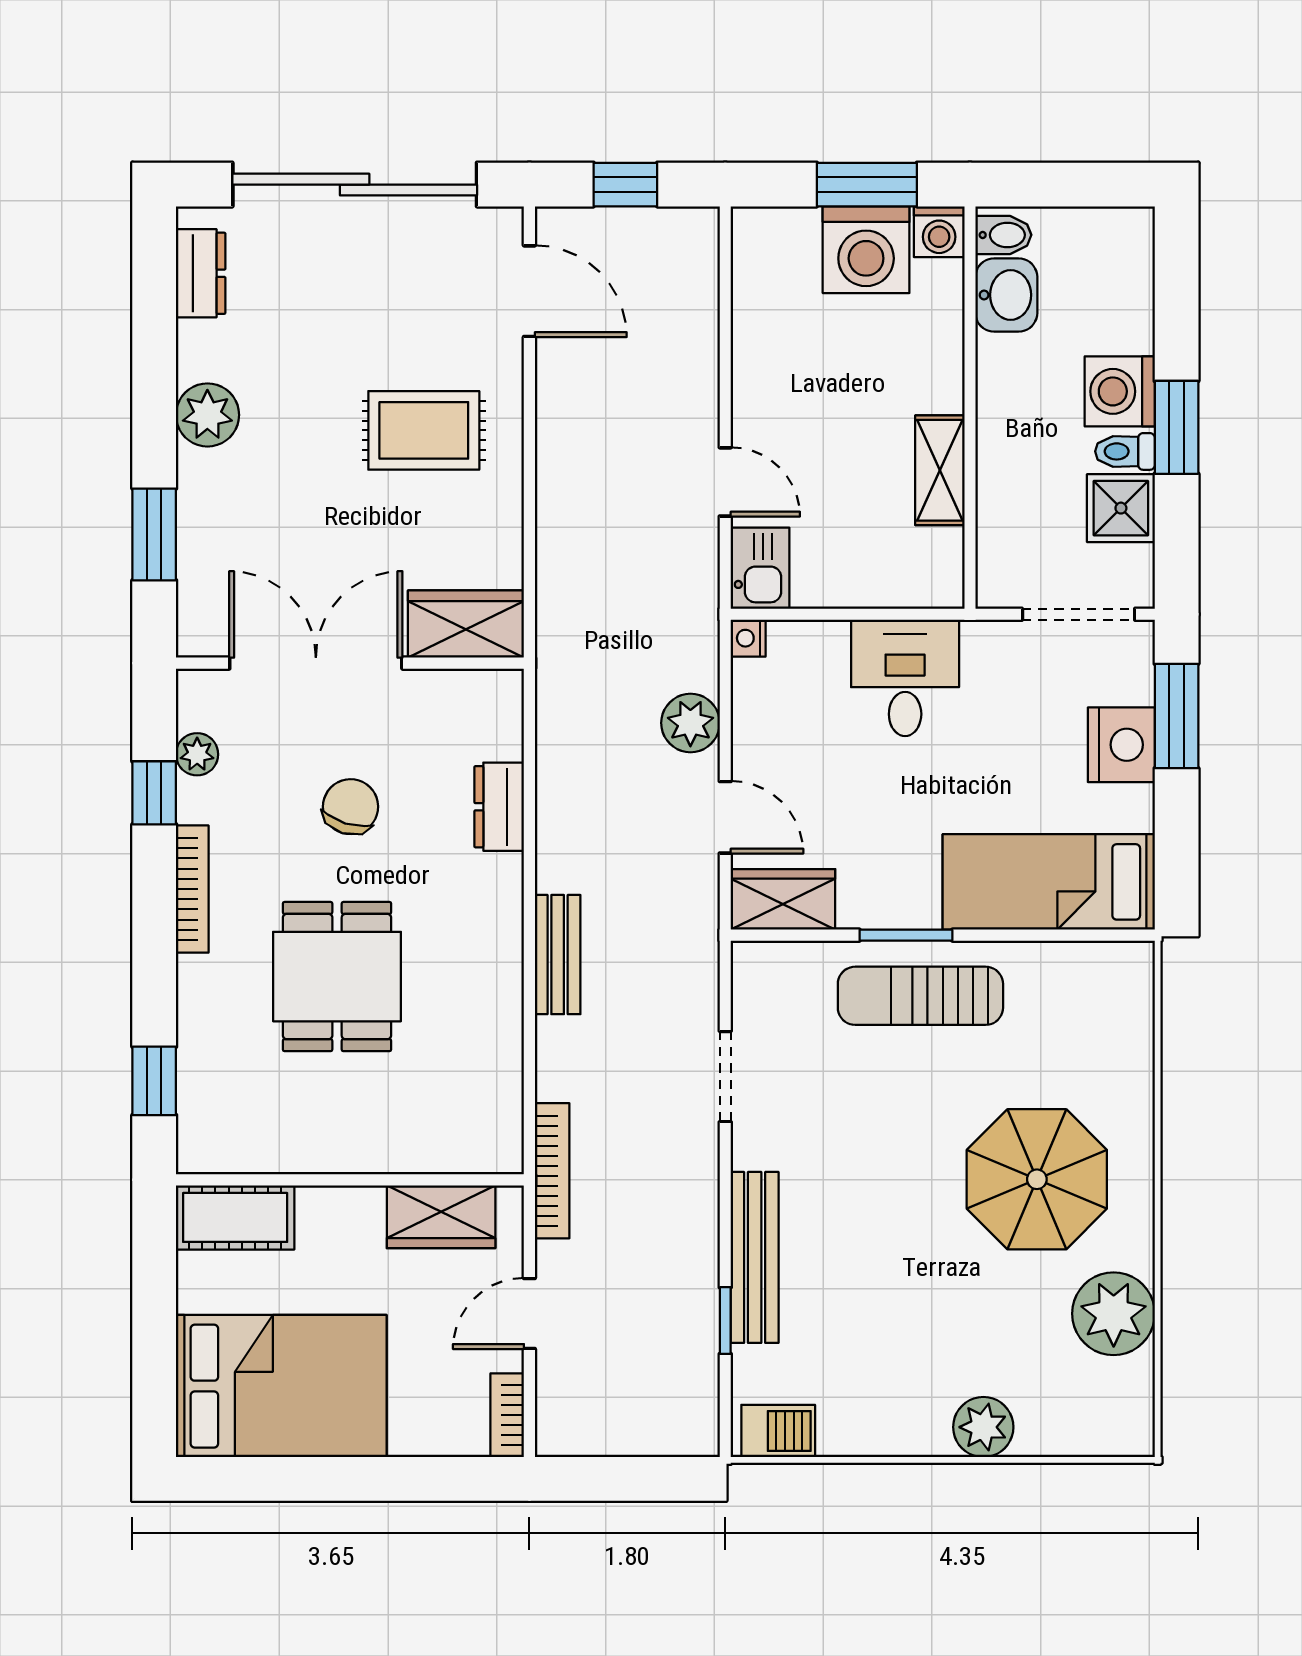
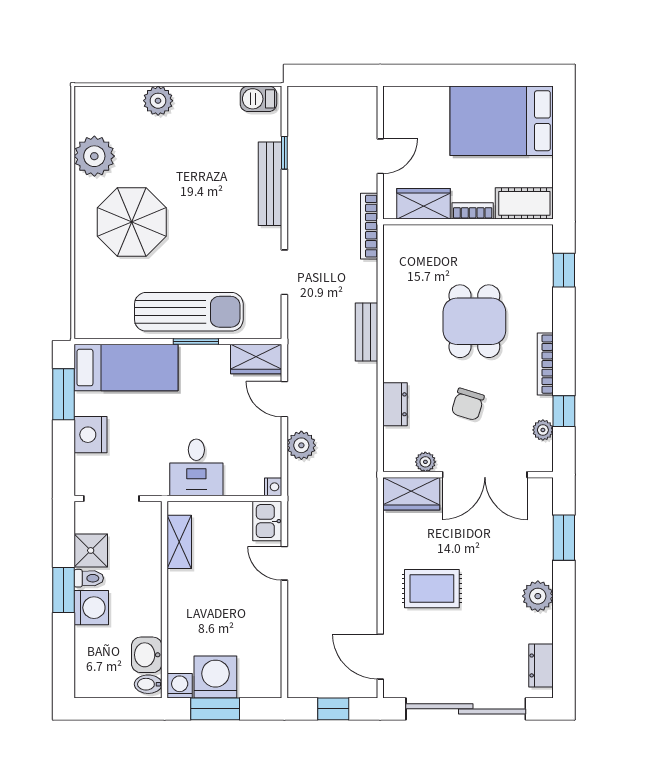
shelving: (940, 470) -> (179, 542), moved
plant: (437, 689) -> (425, 462), added
window: (1177, 716) -> (63, 394), moved
sun lounger: (920, 996) -> (189, 312), width x1.36, depth x1.34
bookcase: (507, 1415) -> (473, 211), moved, turned -90

